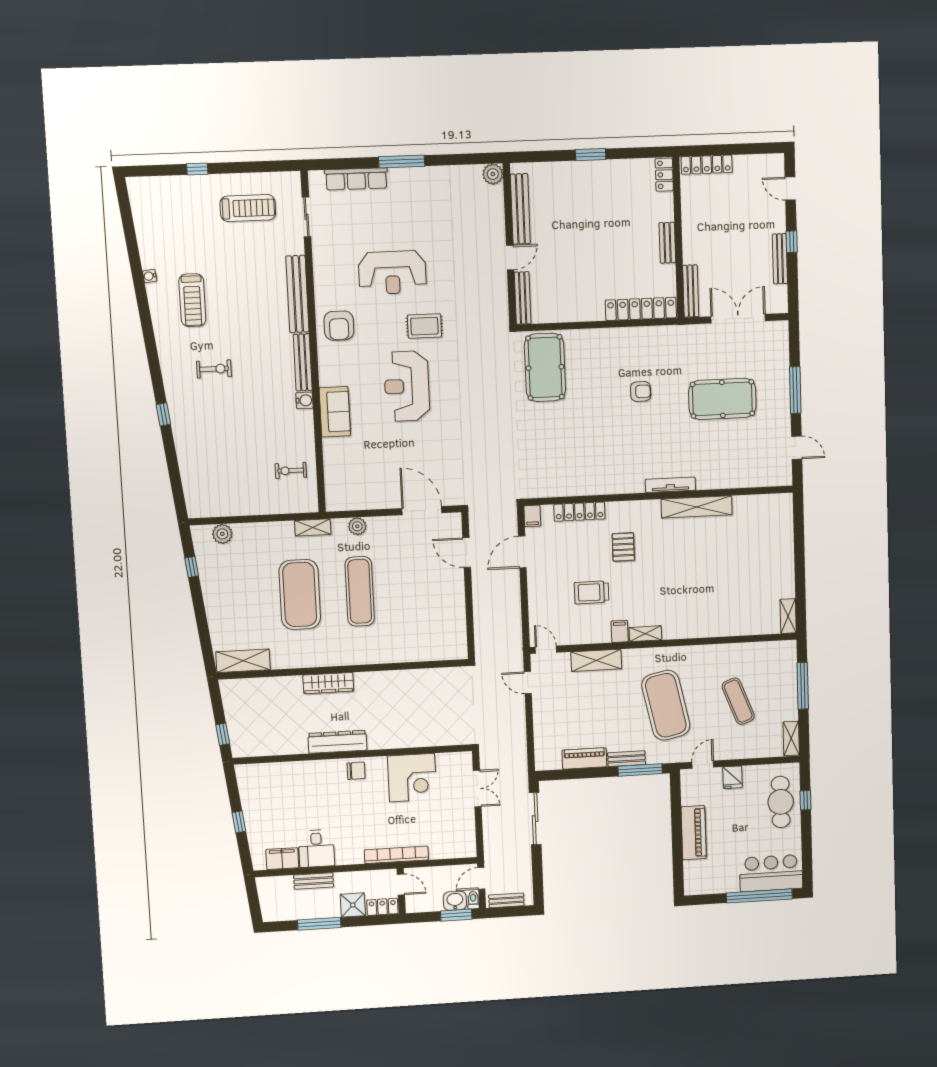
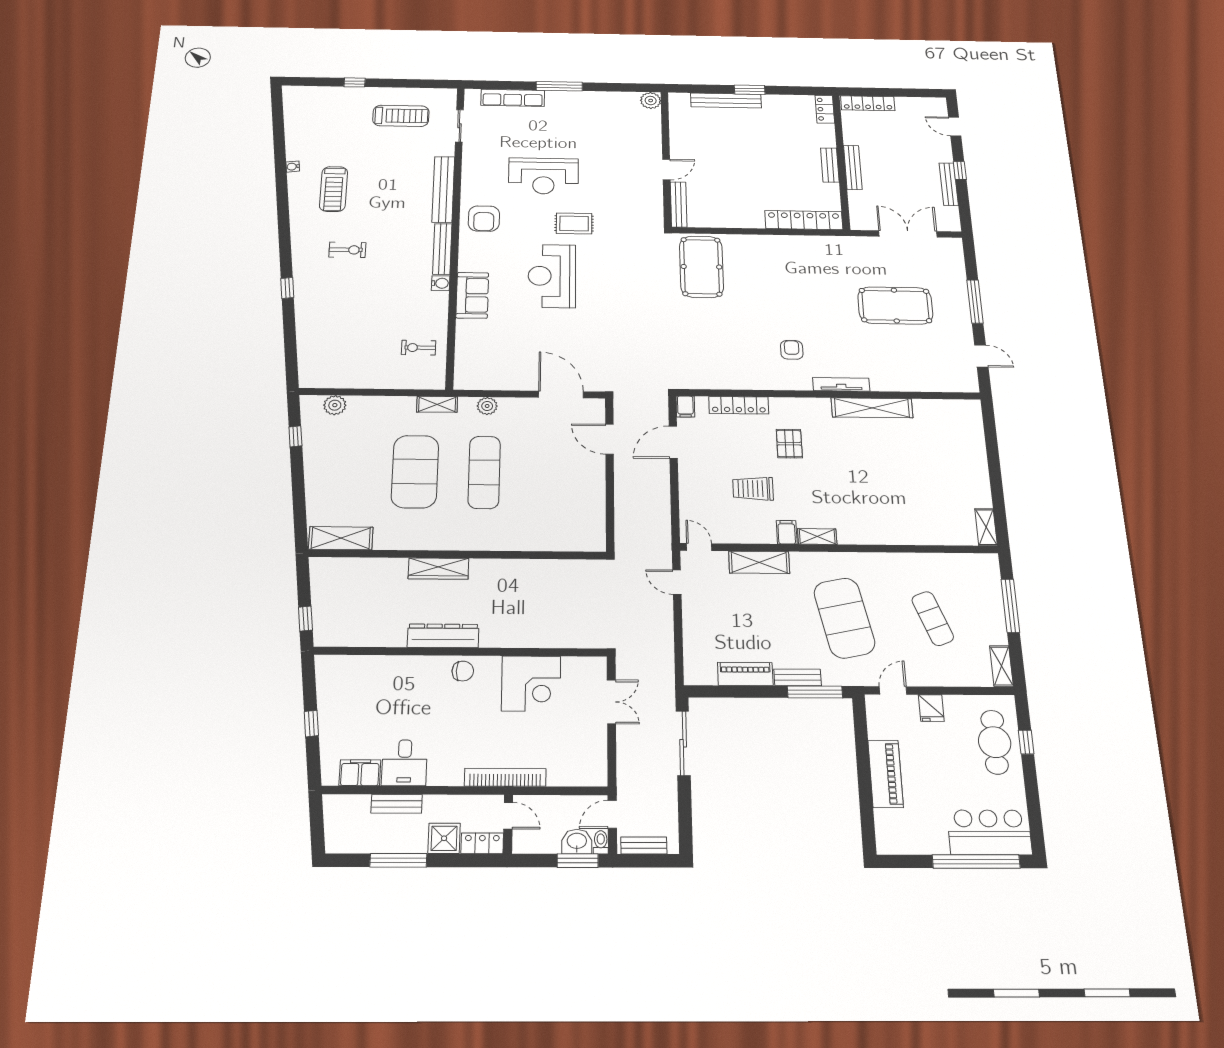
bench: (520, 209) -> (726, 101), moved, turned 90
bench: (691, 291) -> (853, 167), moved
armchair: (641, 391) -> (792, 350), moved, turned -90

